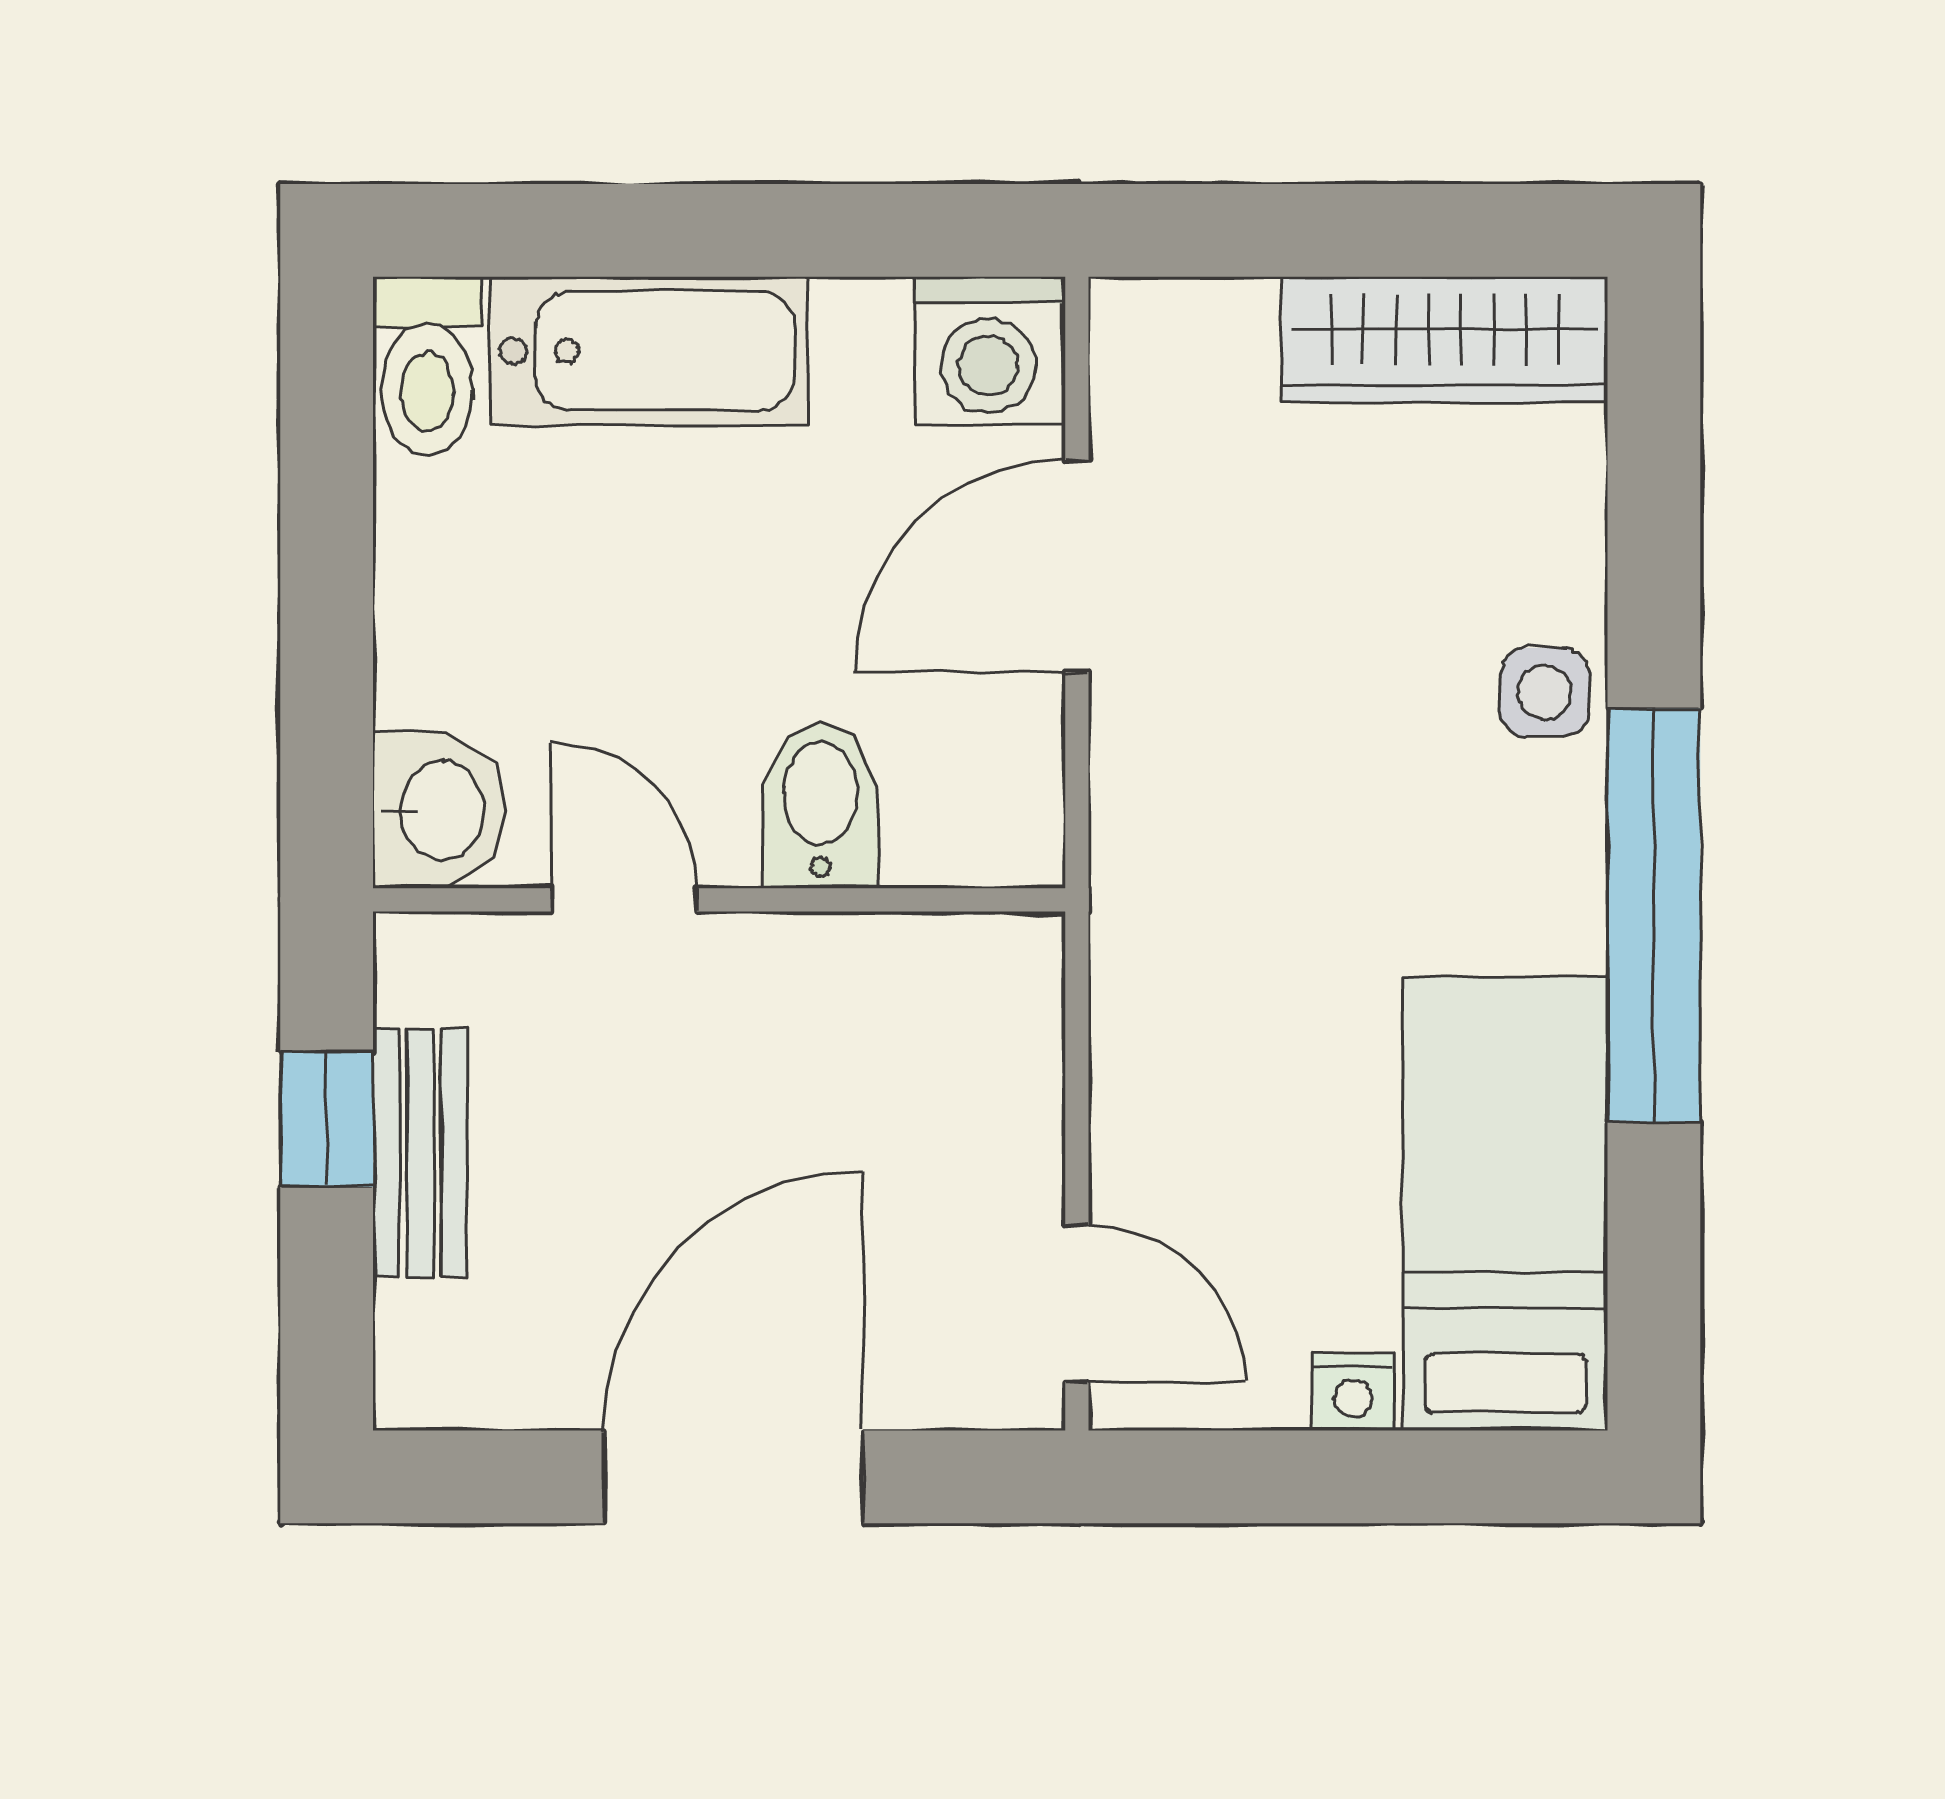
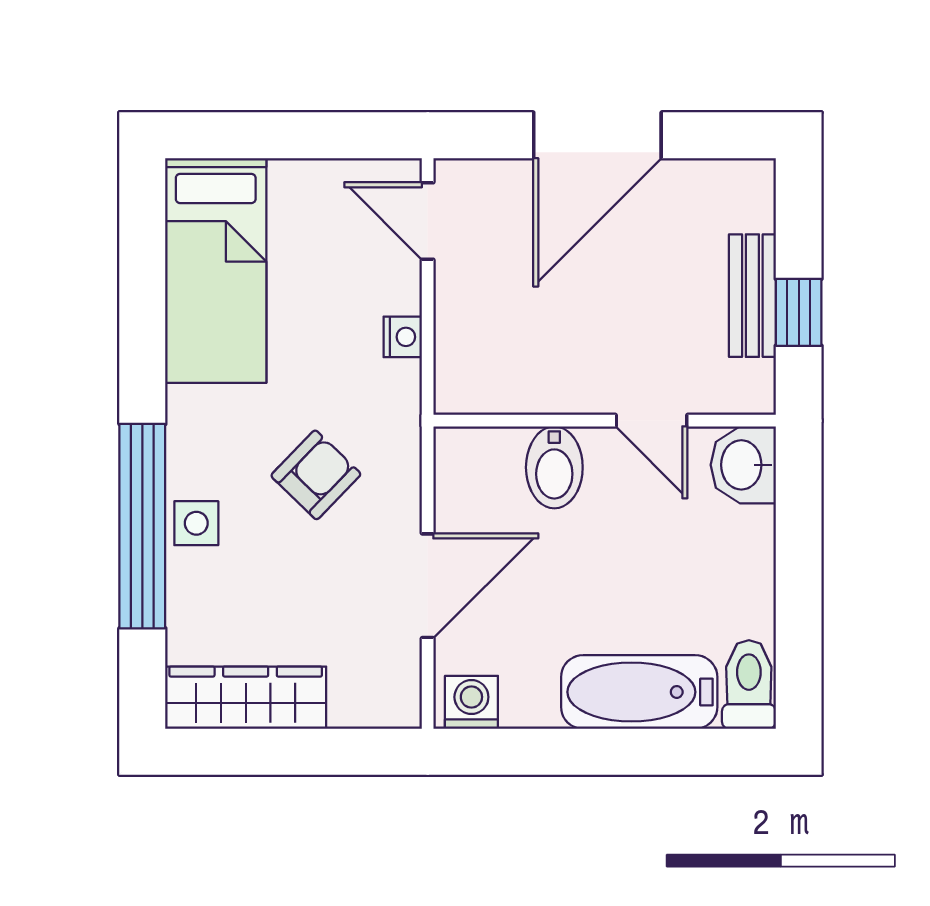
washing machine: (988, 350) -> (471, 702), width x0.73, depth x0.73
armchair: (1303, 790) -> (316, 475), added
window: (1654, 915) -> (142, 526), moved
nightstand: (1353, 1392) -> (403, 337), moved, turned 90

